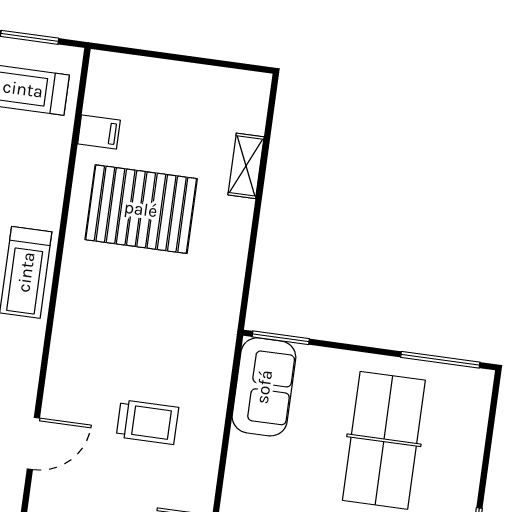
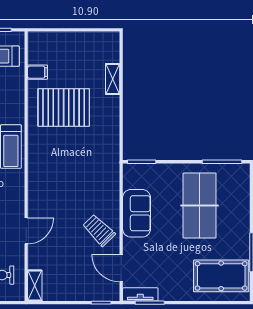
sofa: (264, 387) -> (137, 213), moved
trolley: (147, 422) -> (99, 230), moved, turned -135

